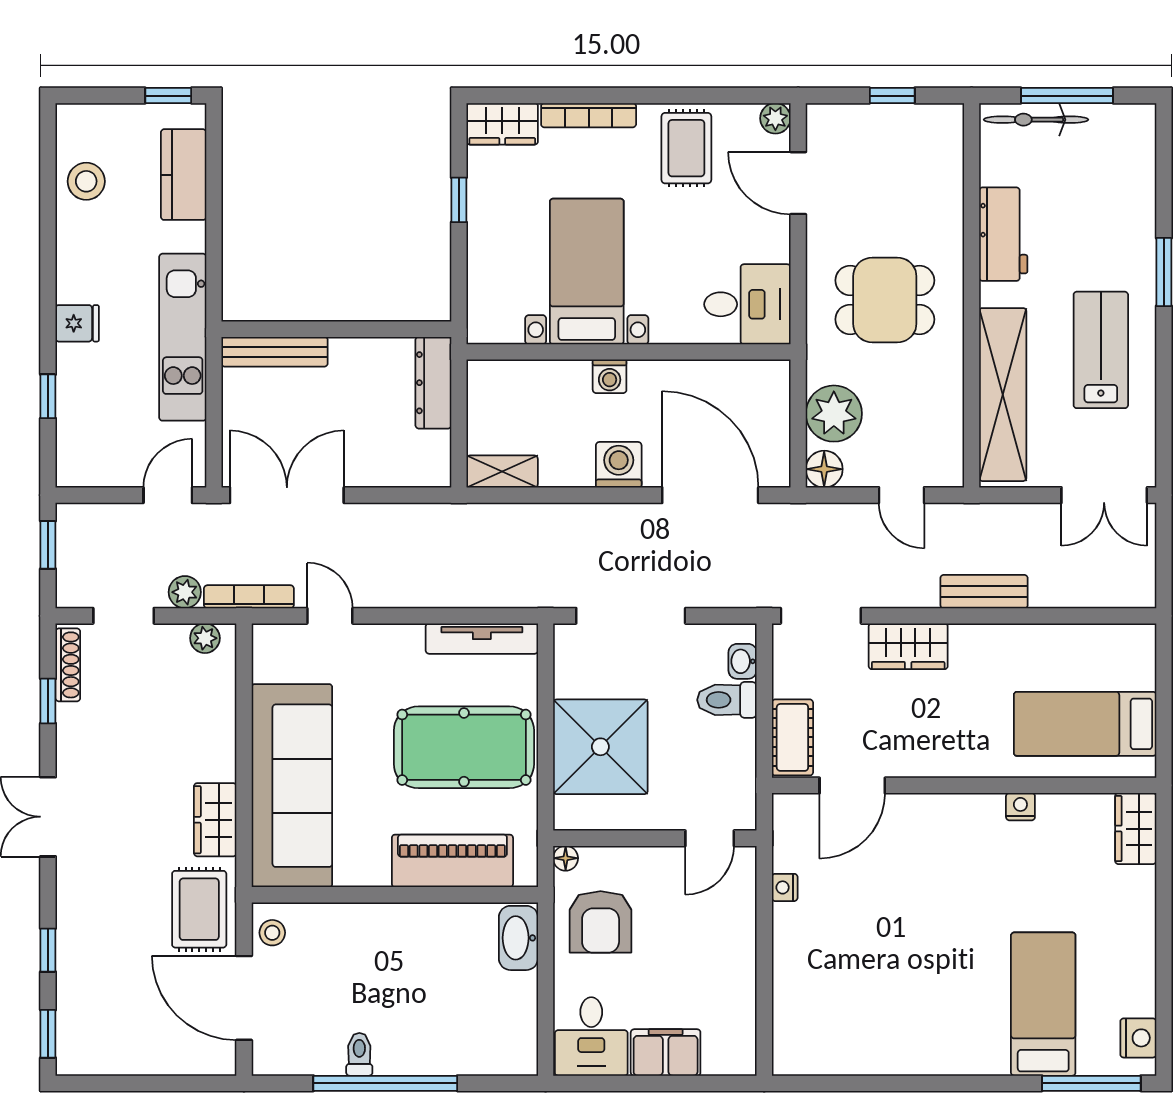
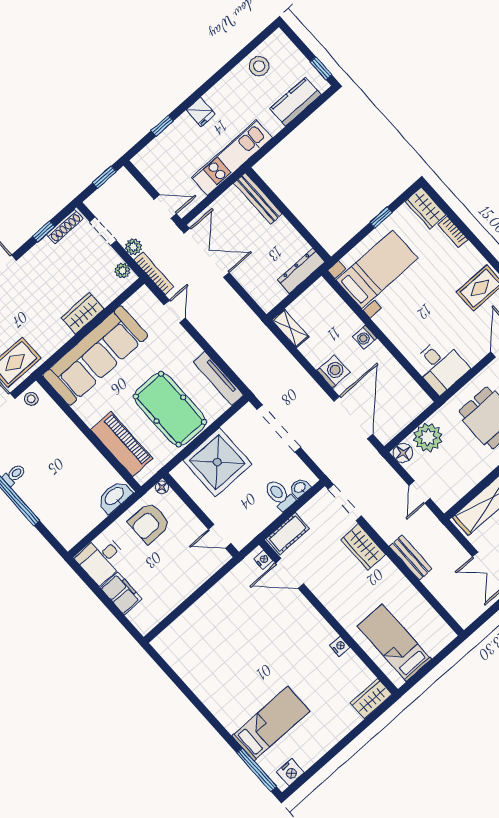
bookcase: (589, 115) -> (453, 232), width x0.64
bed with nightstands: (587, 271) -> (377, 269), moved
wardrobe: (215, 820) -> (83, 313), moved
nightstand: (785, 887) -> (263, 560), moved, turned 90

